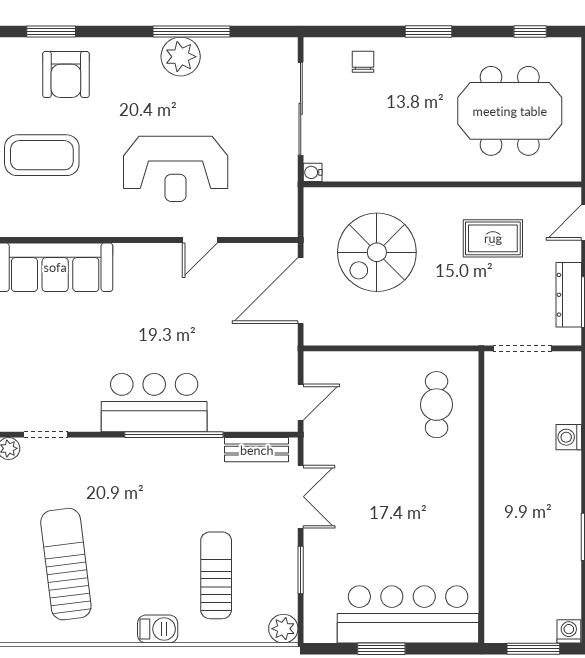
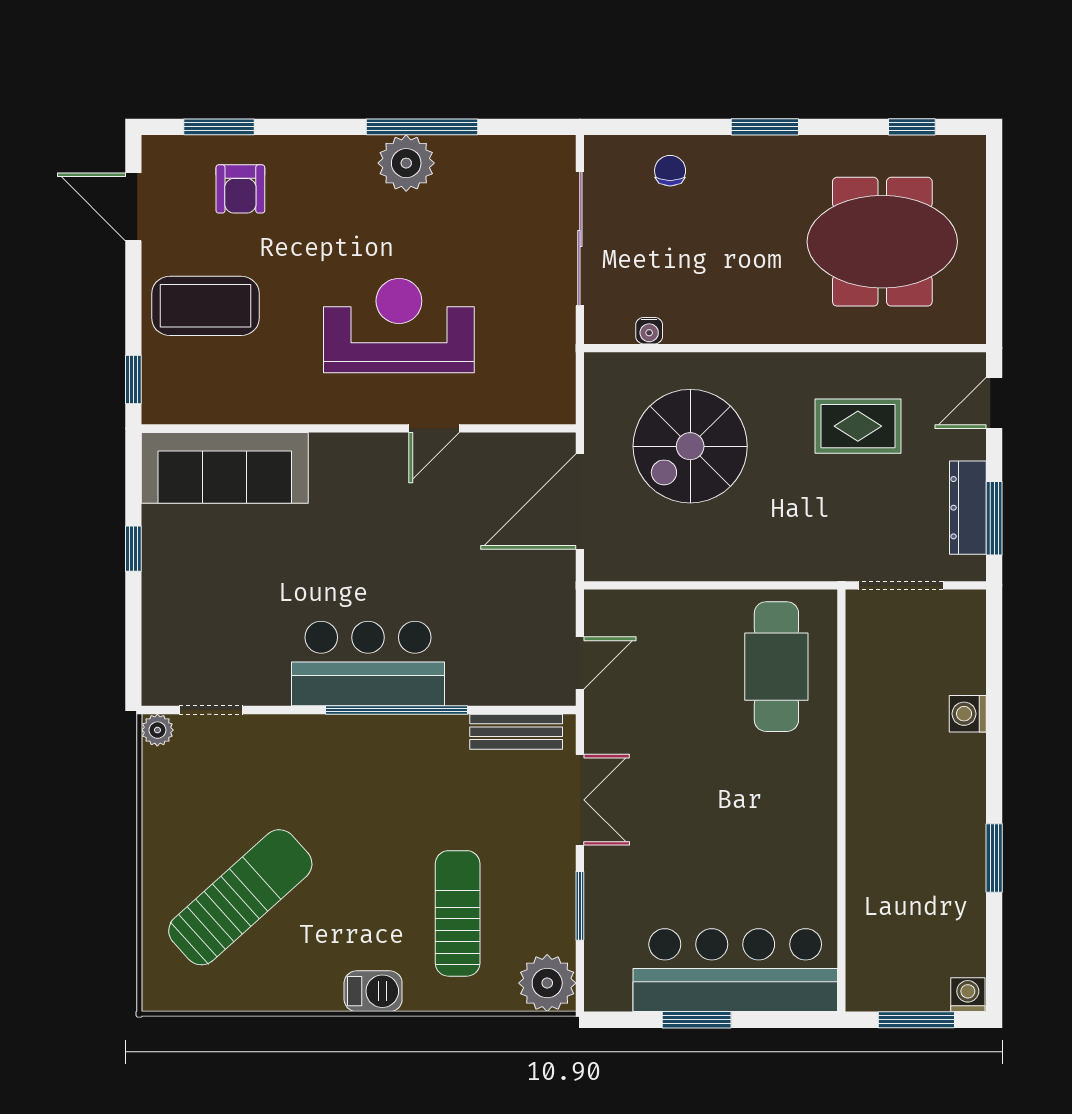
armchair: (66, 74) -> (240, 189), width x0.72, depth x0.72
reception desk: (176, 169) -> (399, 326), turned 180
water cooler: (313, 172) -> (649, 331), moved, turned -90
cafe table: (437, 405) -> (776, 667), width x1.37, depth x1.35
sun lounger: (66, 564) -> (240, 897), turned 55
plant: (283, 629) -> (547, 983), width x1.36, depth x1.36

